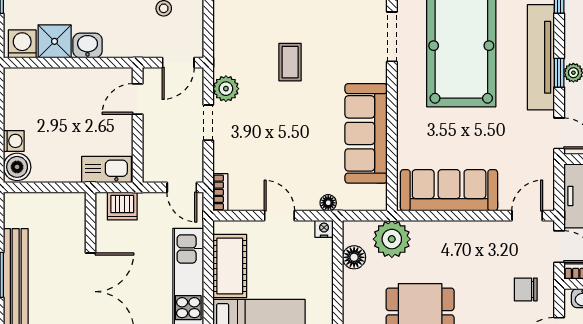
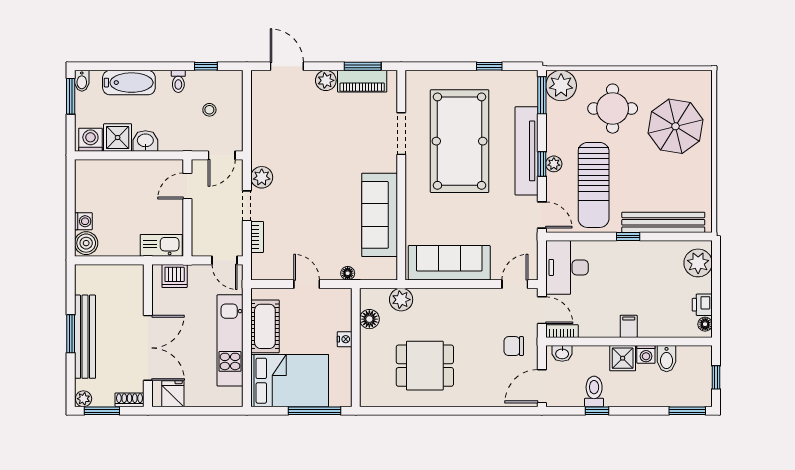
coffee table: (290, 62) -> (316, 155), removed
bookcase: (220, 192) -> (257, 237), moved
nightstand: (324, 229) -> (345, 339), moved, turned 90
plant: (392, 239) -> (401, 300), width x0.73, depth x0.73

